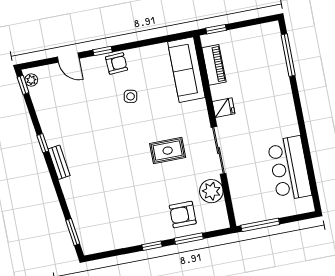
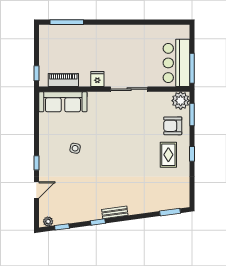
armchair: (116, 63) -> (48, 154), removed
window: (23, 85) -> (62, 227), moved
rug: (168, 151) -> (168, 155), moved
bar counter: (289, 168) -> (176, 63), moved, turned 90
plant: (211, 191) -> (181, 101), moved
armchair: (183, 215) -> (173, 126), turned 90
window: (189, 239) -> (192, 115), moved

